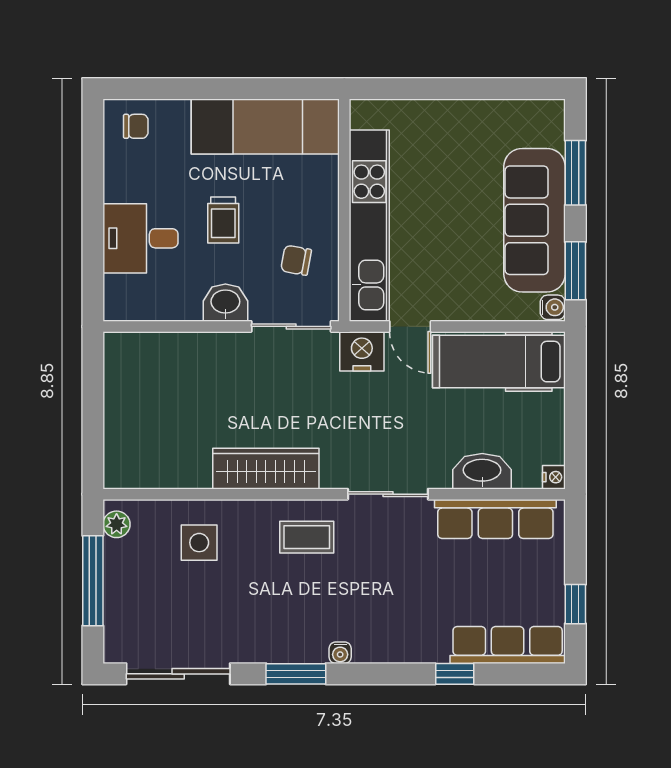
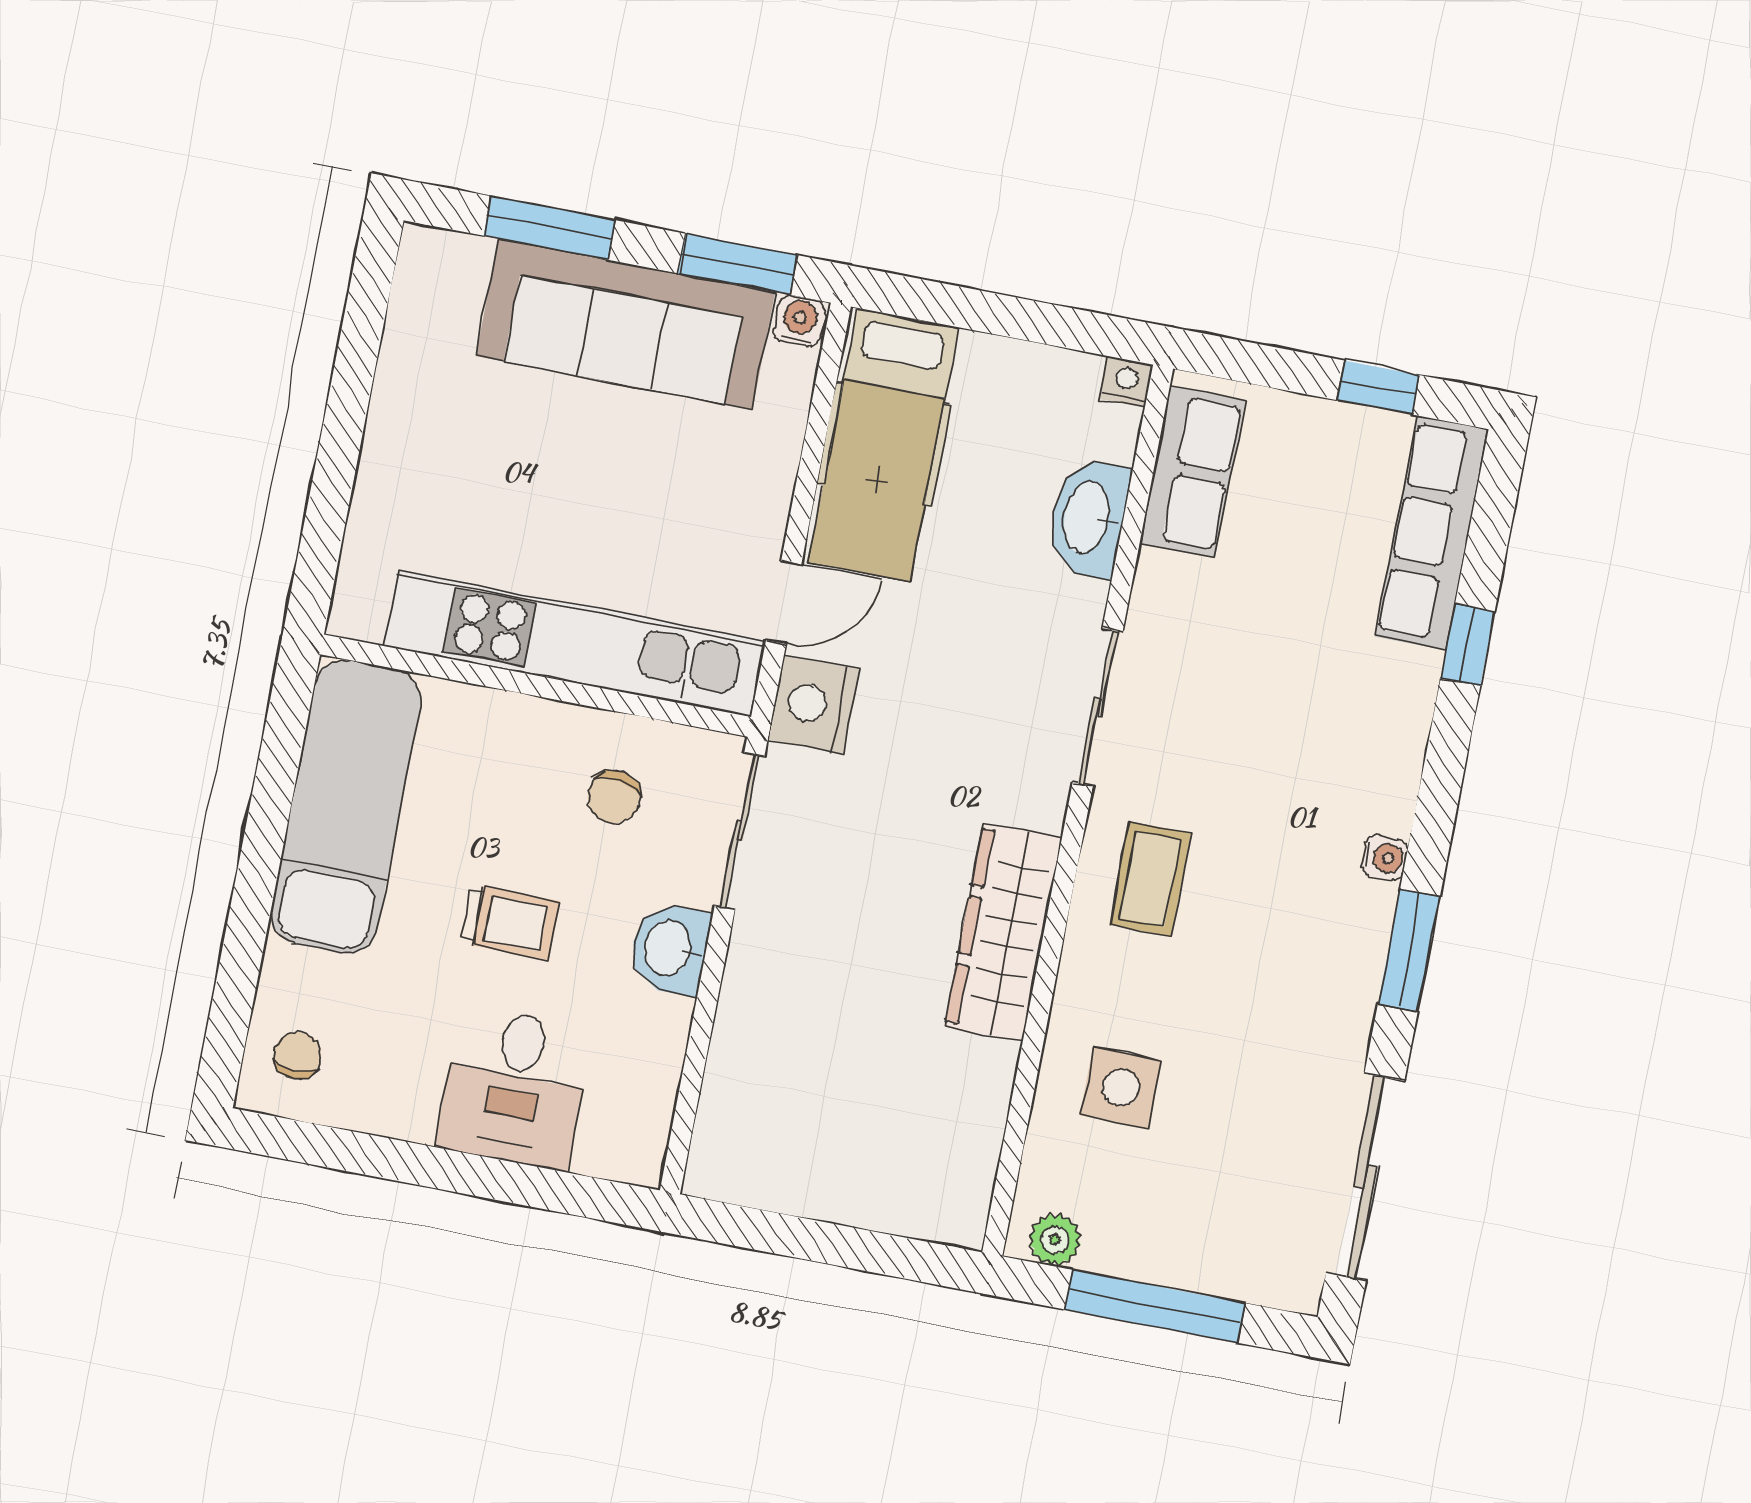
row of seats: (495, 519) -> (1192, 472), width x0.68

